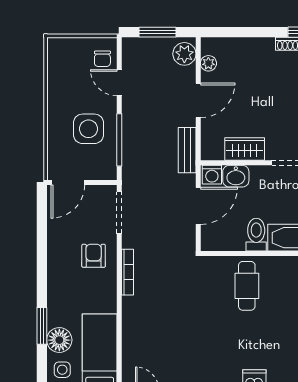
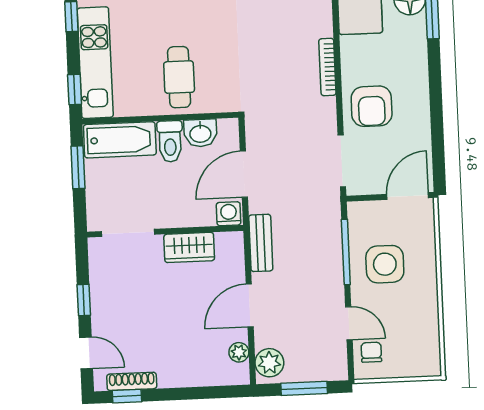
washbasin: (236, 176) -> (200, 133), moved, turned 180
armchair: (94, 256) -> (372, 106), width x1.38, depth x1.38
bookcase: (128, 272) -> (327, 67), moved

